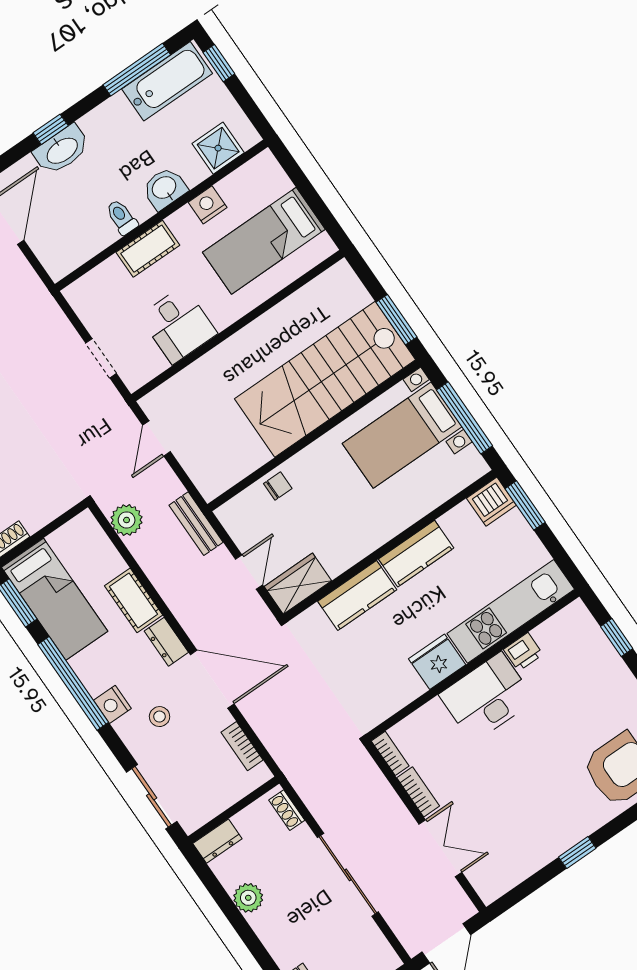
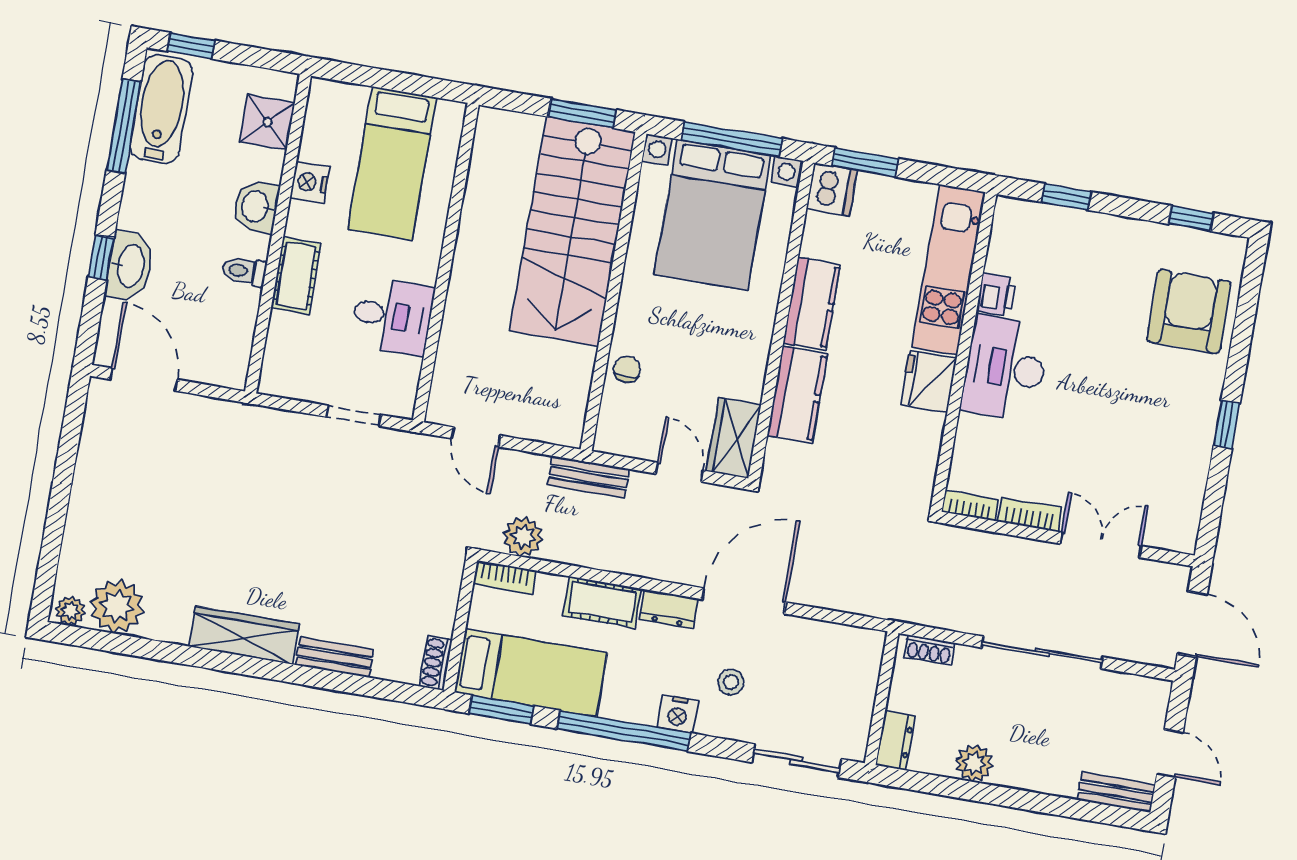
bed with nightstands: (402, 435) -> (712, 215), width x1.36
bookcase: (242, 746) -> (505, 577), moved

